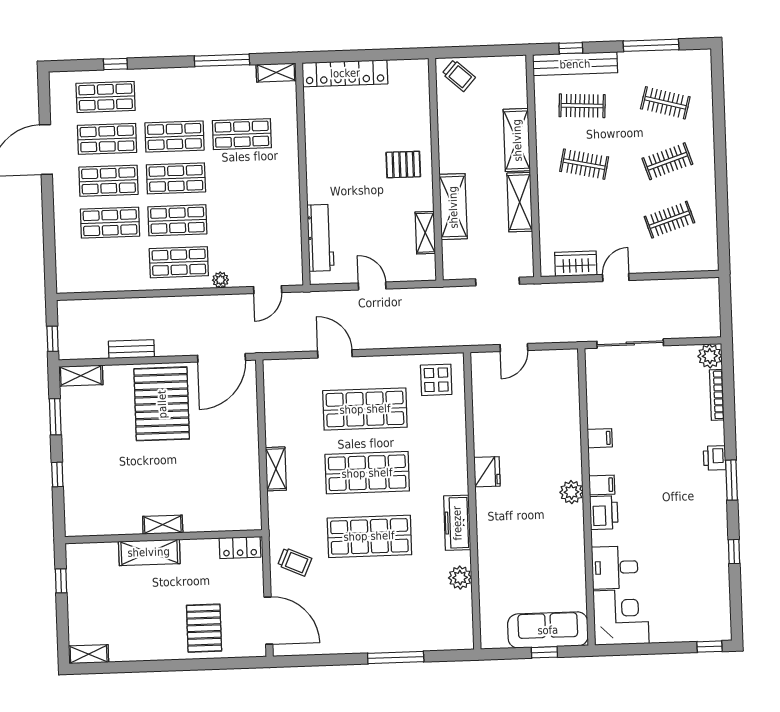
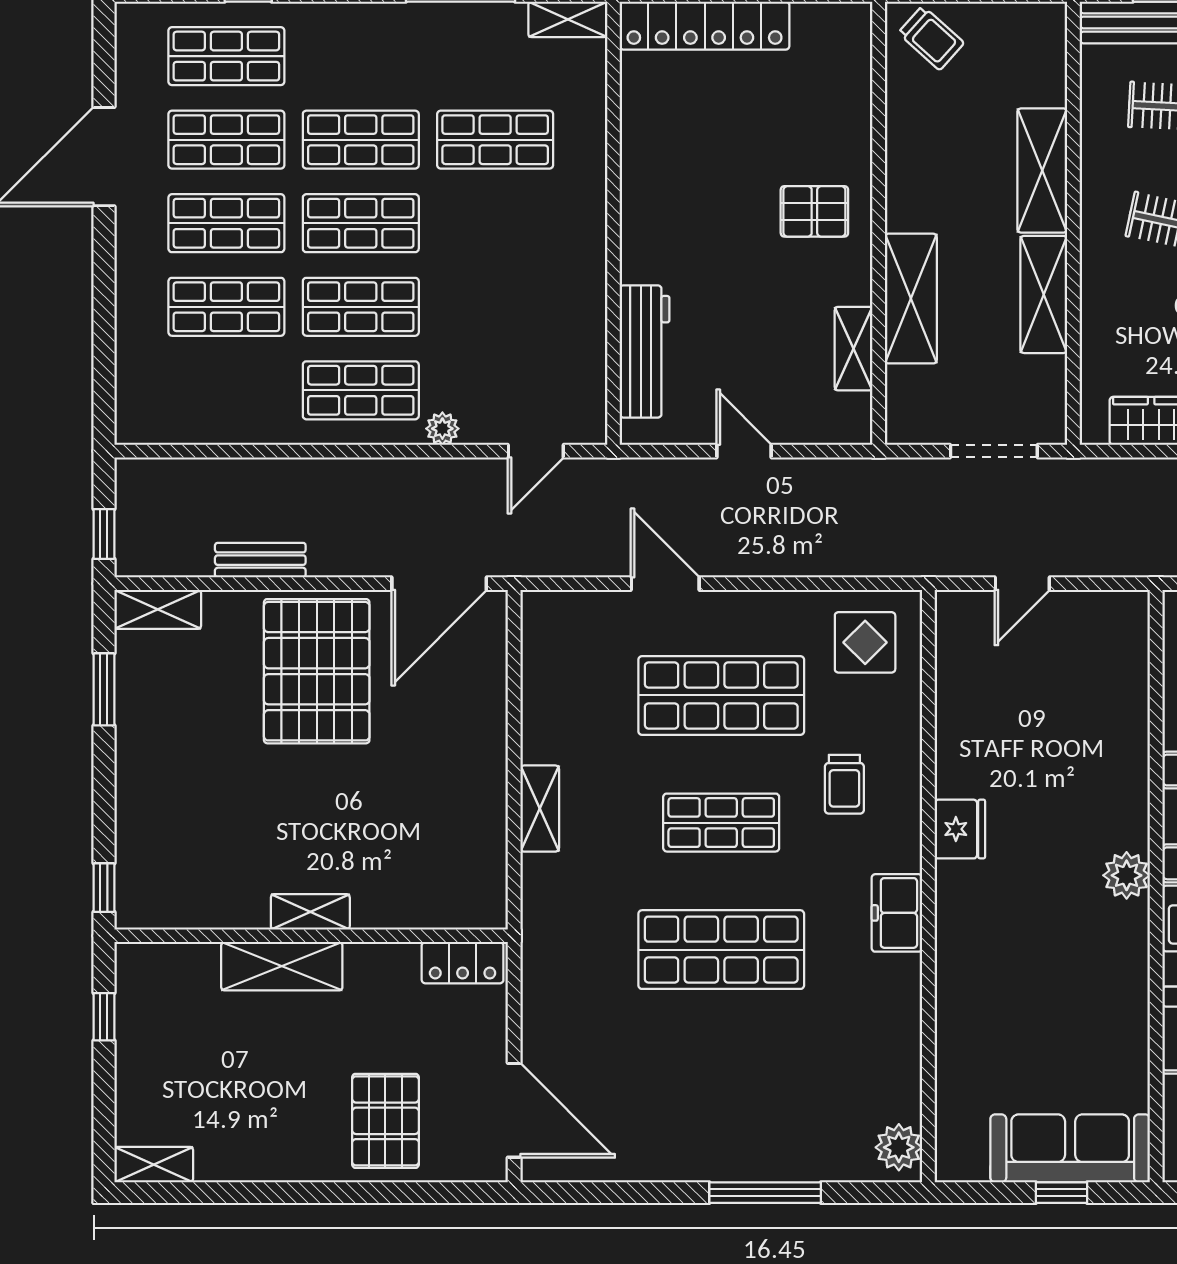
shop shelf: (367, 473) -> (721, 823), width x0.70, depth x0.74
window: (57, 475) -> (104, 888), moved
freezer: (457, 523) -> (897, 913), width x0.71
trolley: (295, 562) -> (844, 784), moved, turned 66
plant: (460, 578) -> (899, 1147), moved

